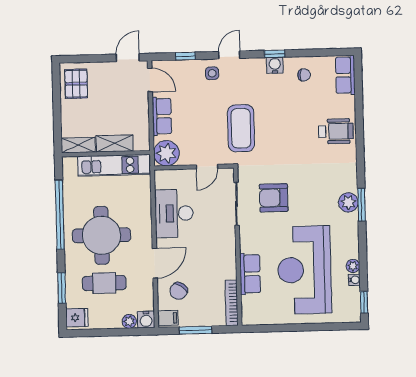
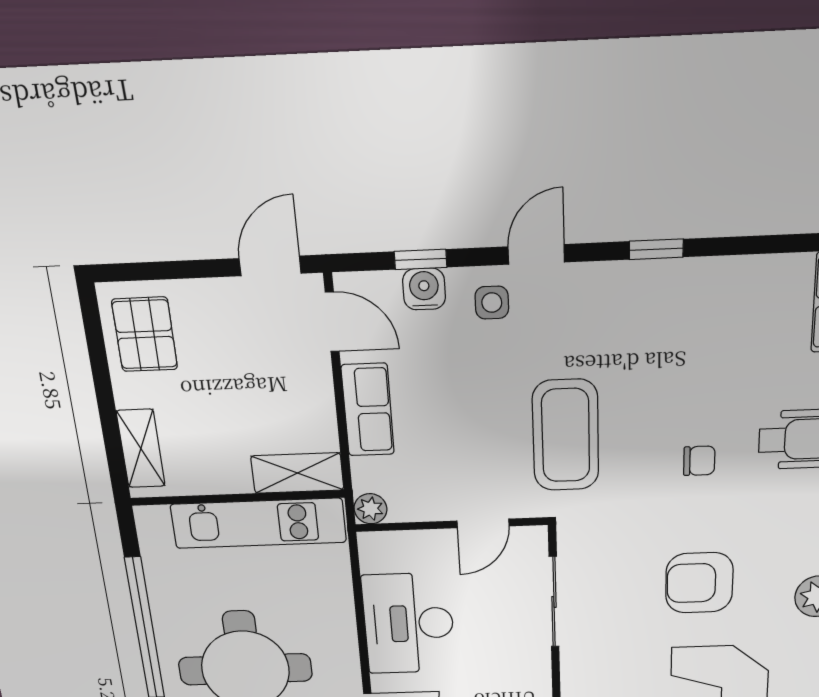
water cooler: (275, 65) -> (424, 289), moved
chair: (304, 75) -> (699, 461), moved
shelving: (115, 143) -> (297, 473), moved
shelving: (78, 145) -> (141, 449), moved, turned 90
plant: (166, 153) -> (370, 509), width x0.53, depth x0.53
armchair: (274, 198) -> (699, 583), moved

